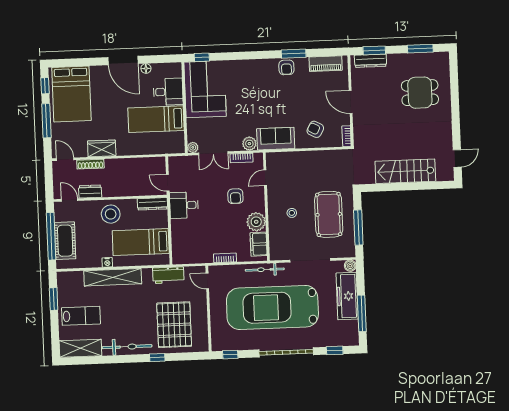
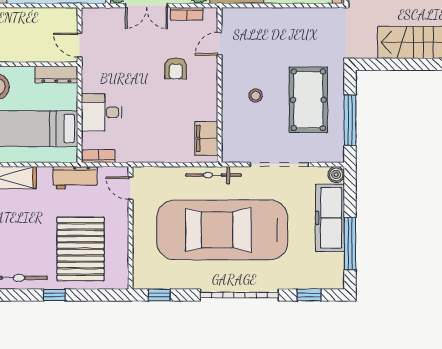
desk: (184, 205) -> (102, 112), moved
plant: (256, 222) -> (204, 106), removed
bookcase: (225, 258) -> (99, 156), moved

